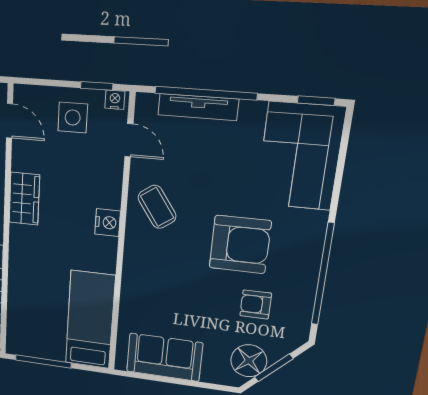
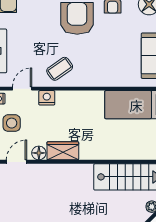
floor lamp: (22, 159) -> (39, 153), added
nightstand: (108, 223) -> (47, 98), moved

